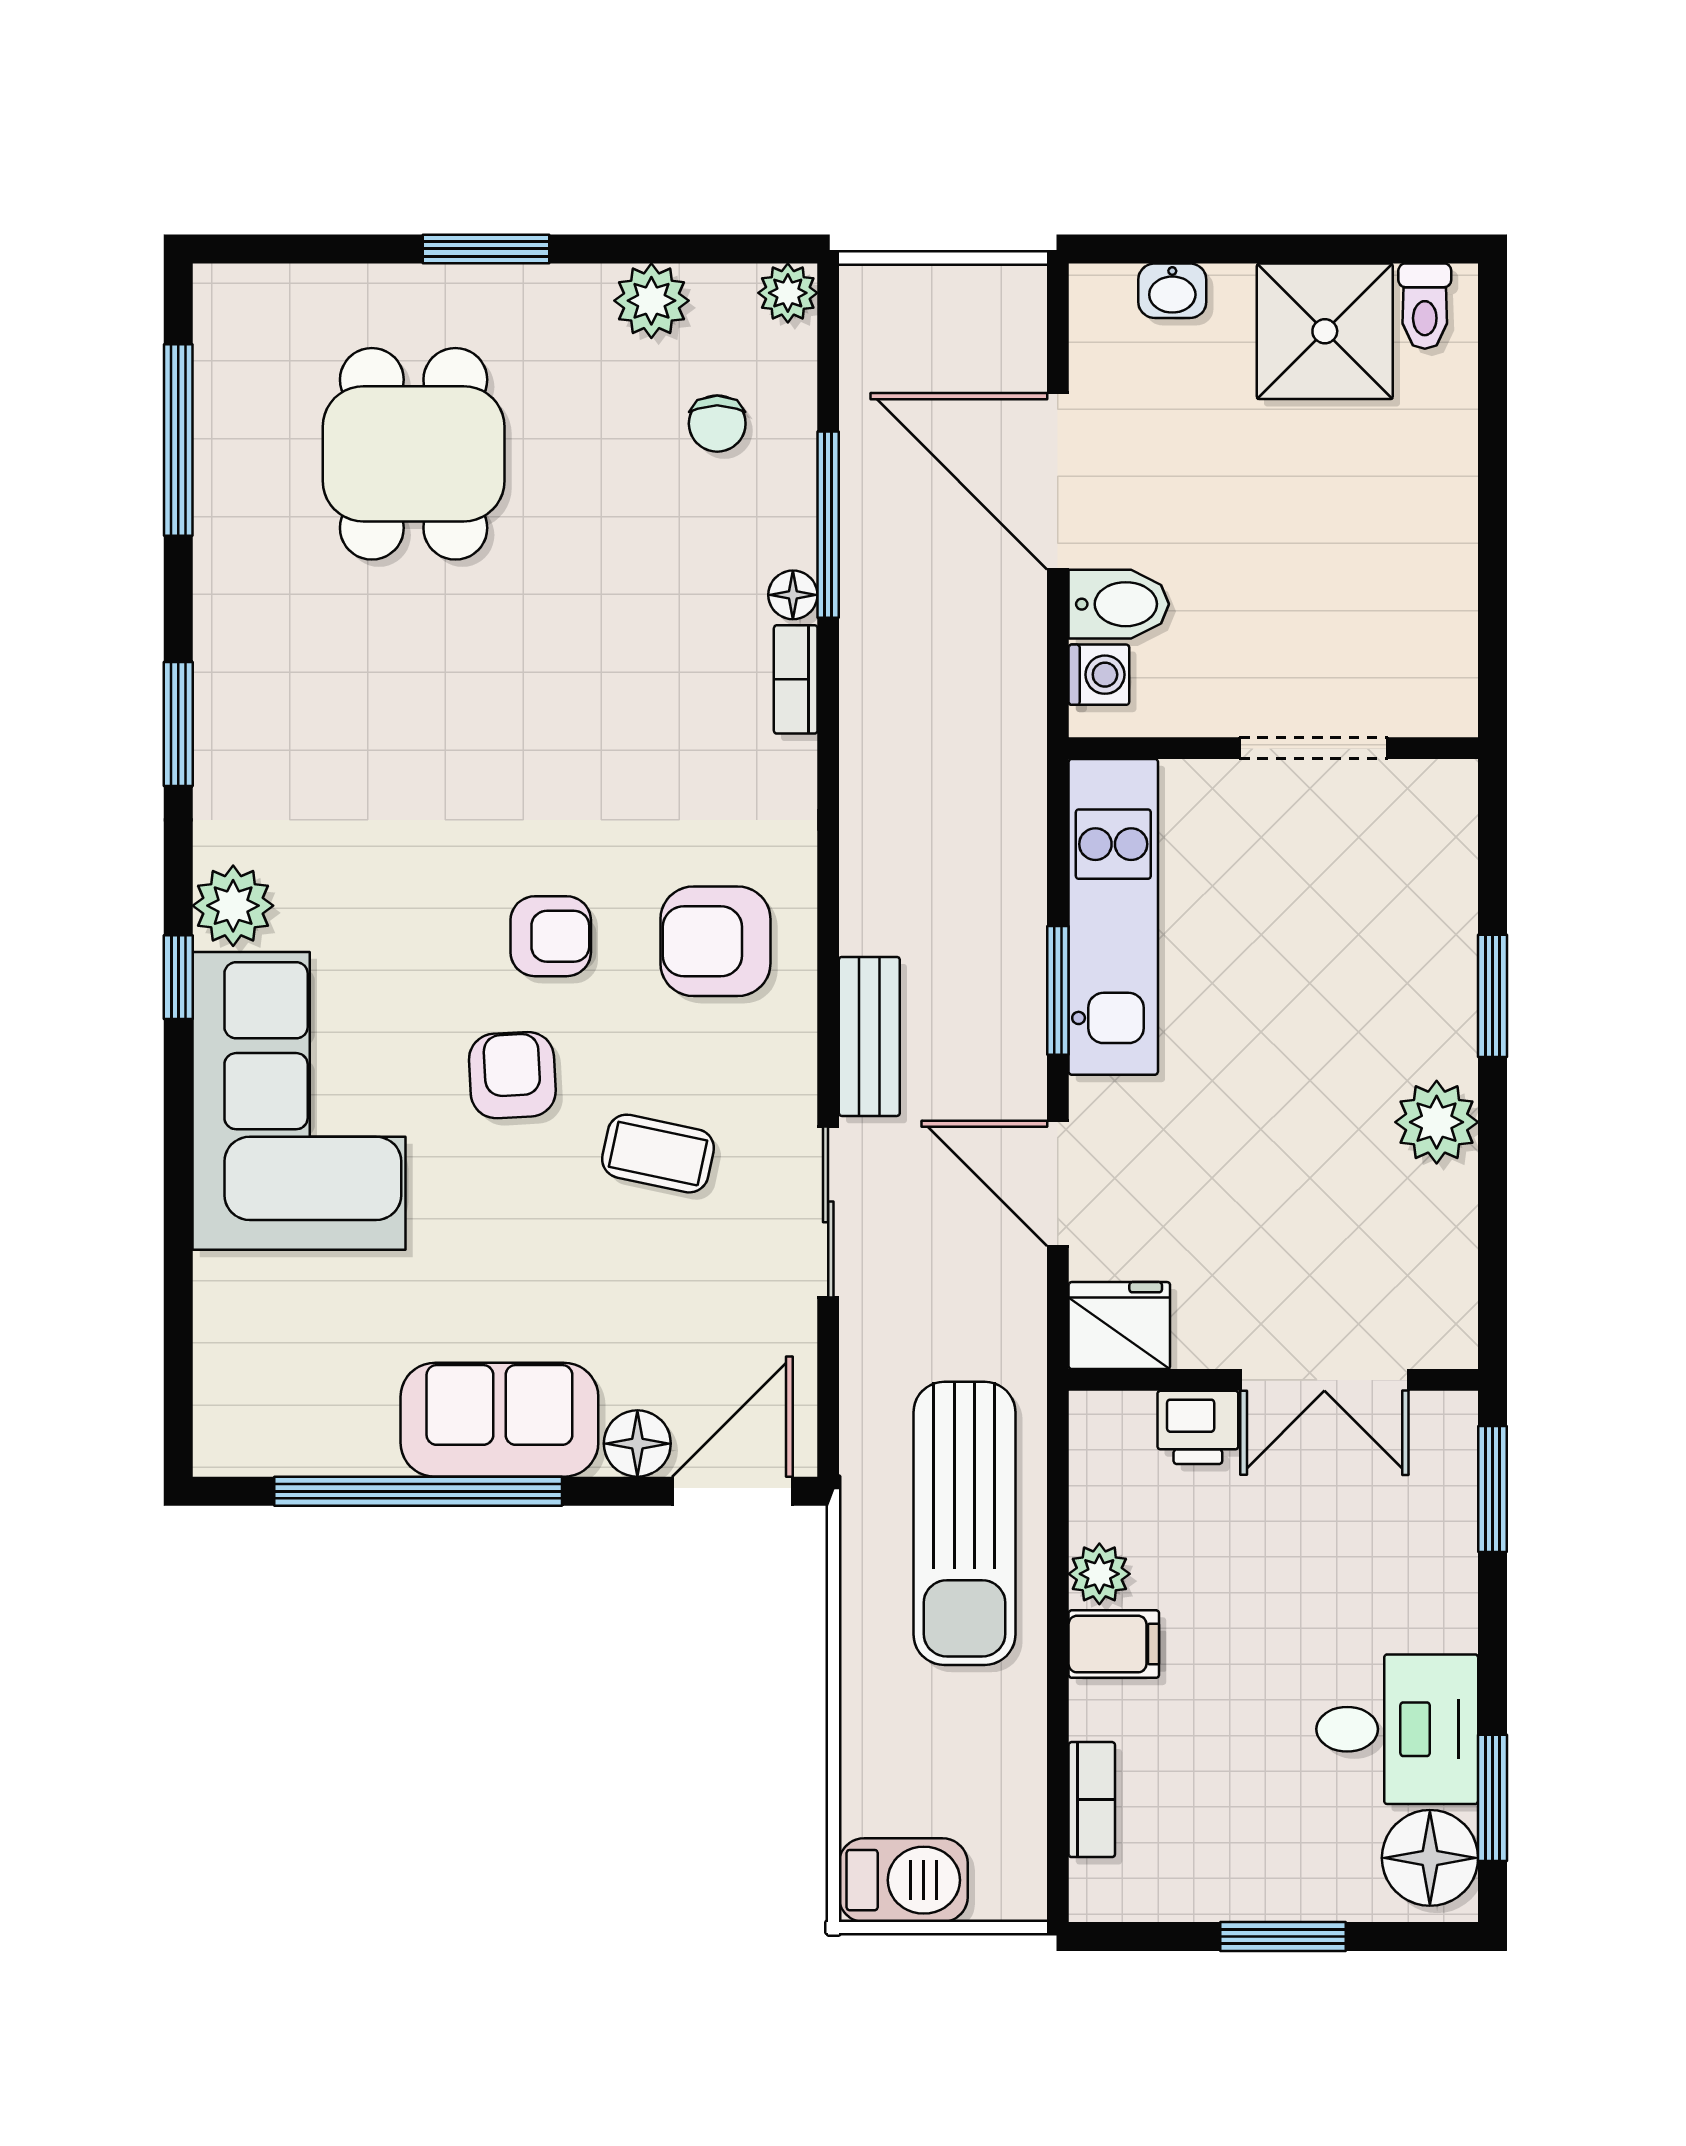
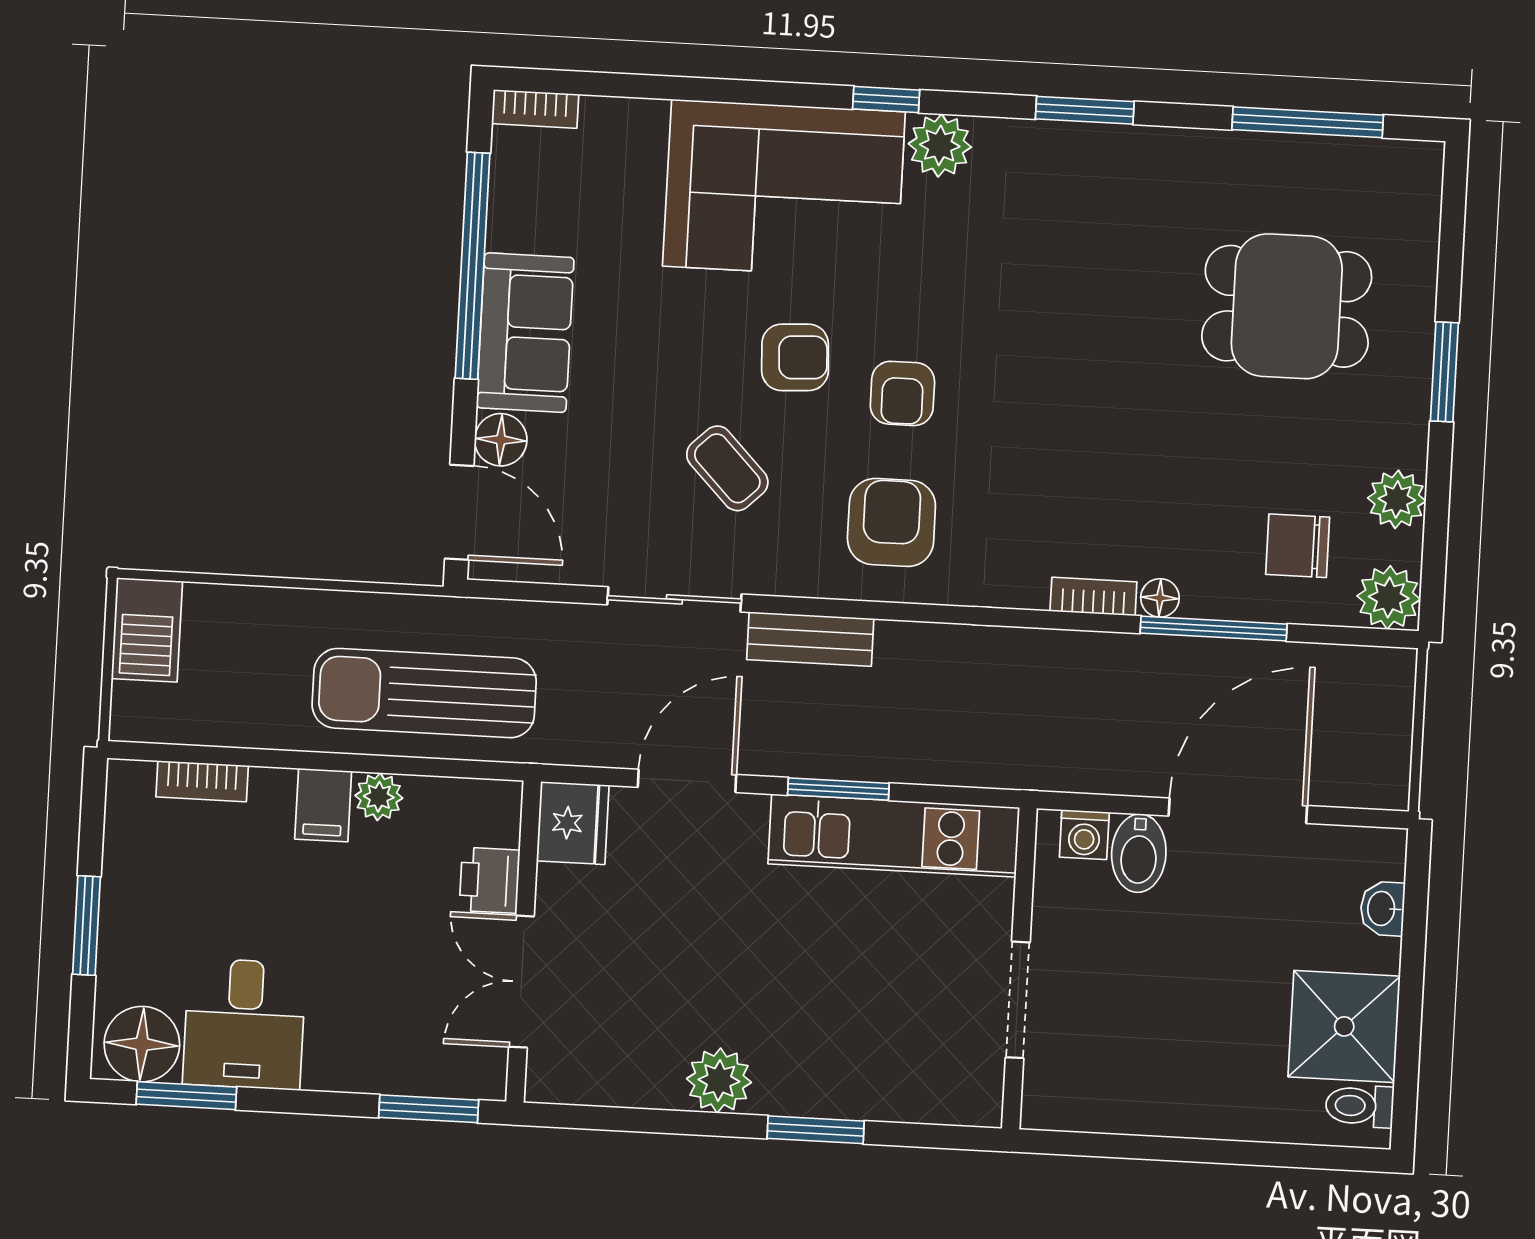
plant: (788, 293) -> (1389, 598), width x1.38, depth x1.38
chair: (717, 424) -> (1298, 546), width x1.37, depth x1.37
coffee table: (658, 1154) -> (727, 468), turned -56
bookcase: (214, 1423) -> (535, 109), added

